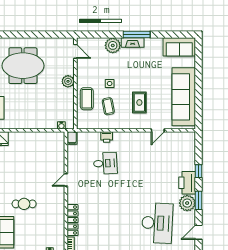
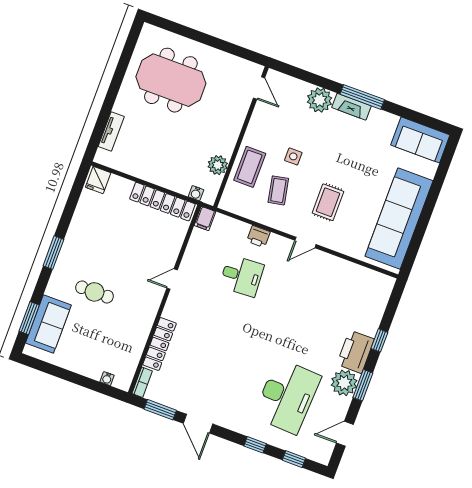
plant: (68, 81) -> (218, 165), moved
door: (158, 130) -> (305, 242), moved
locker: (44, 137) -> (162, 202), added

